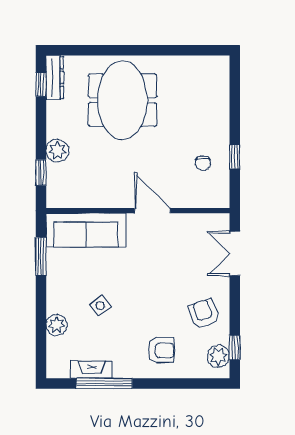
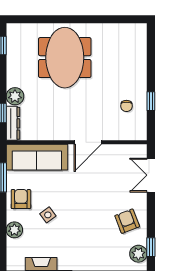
dresser: (55, 78) -> (13, 123), moved
door: (152, 211) -> (88, 142), swing flipped
armchair: (161, 350) -> (21, 199), moved, turned -90

